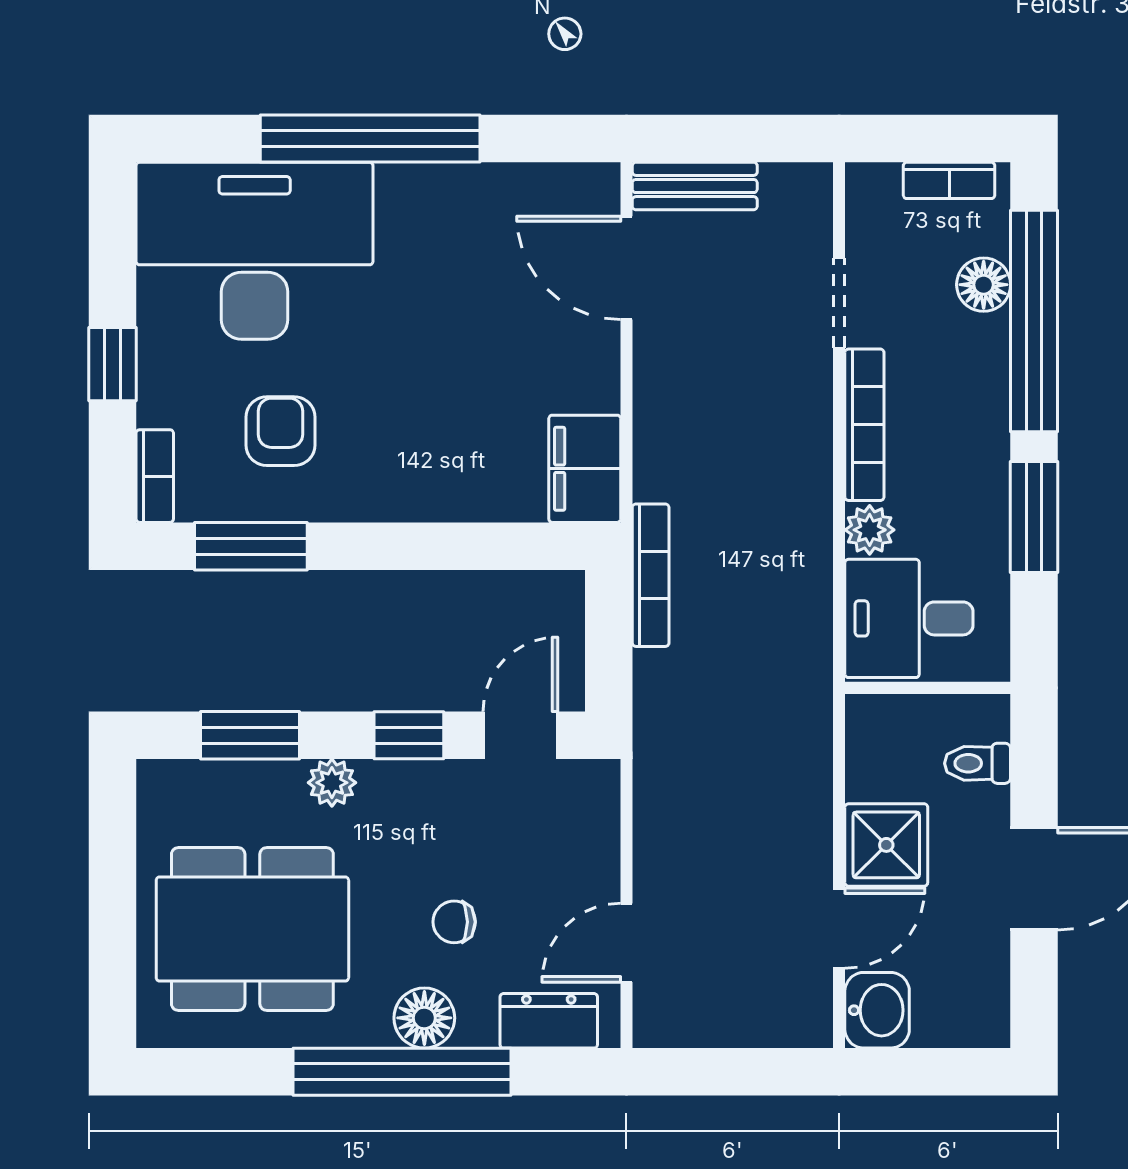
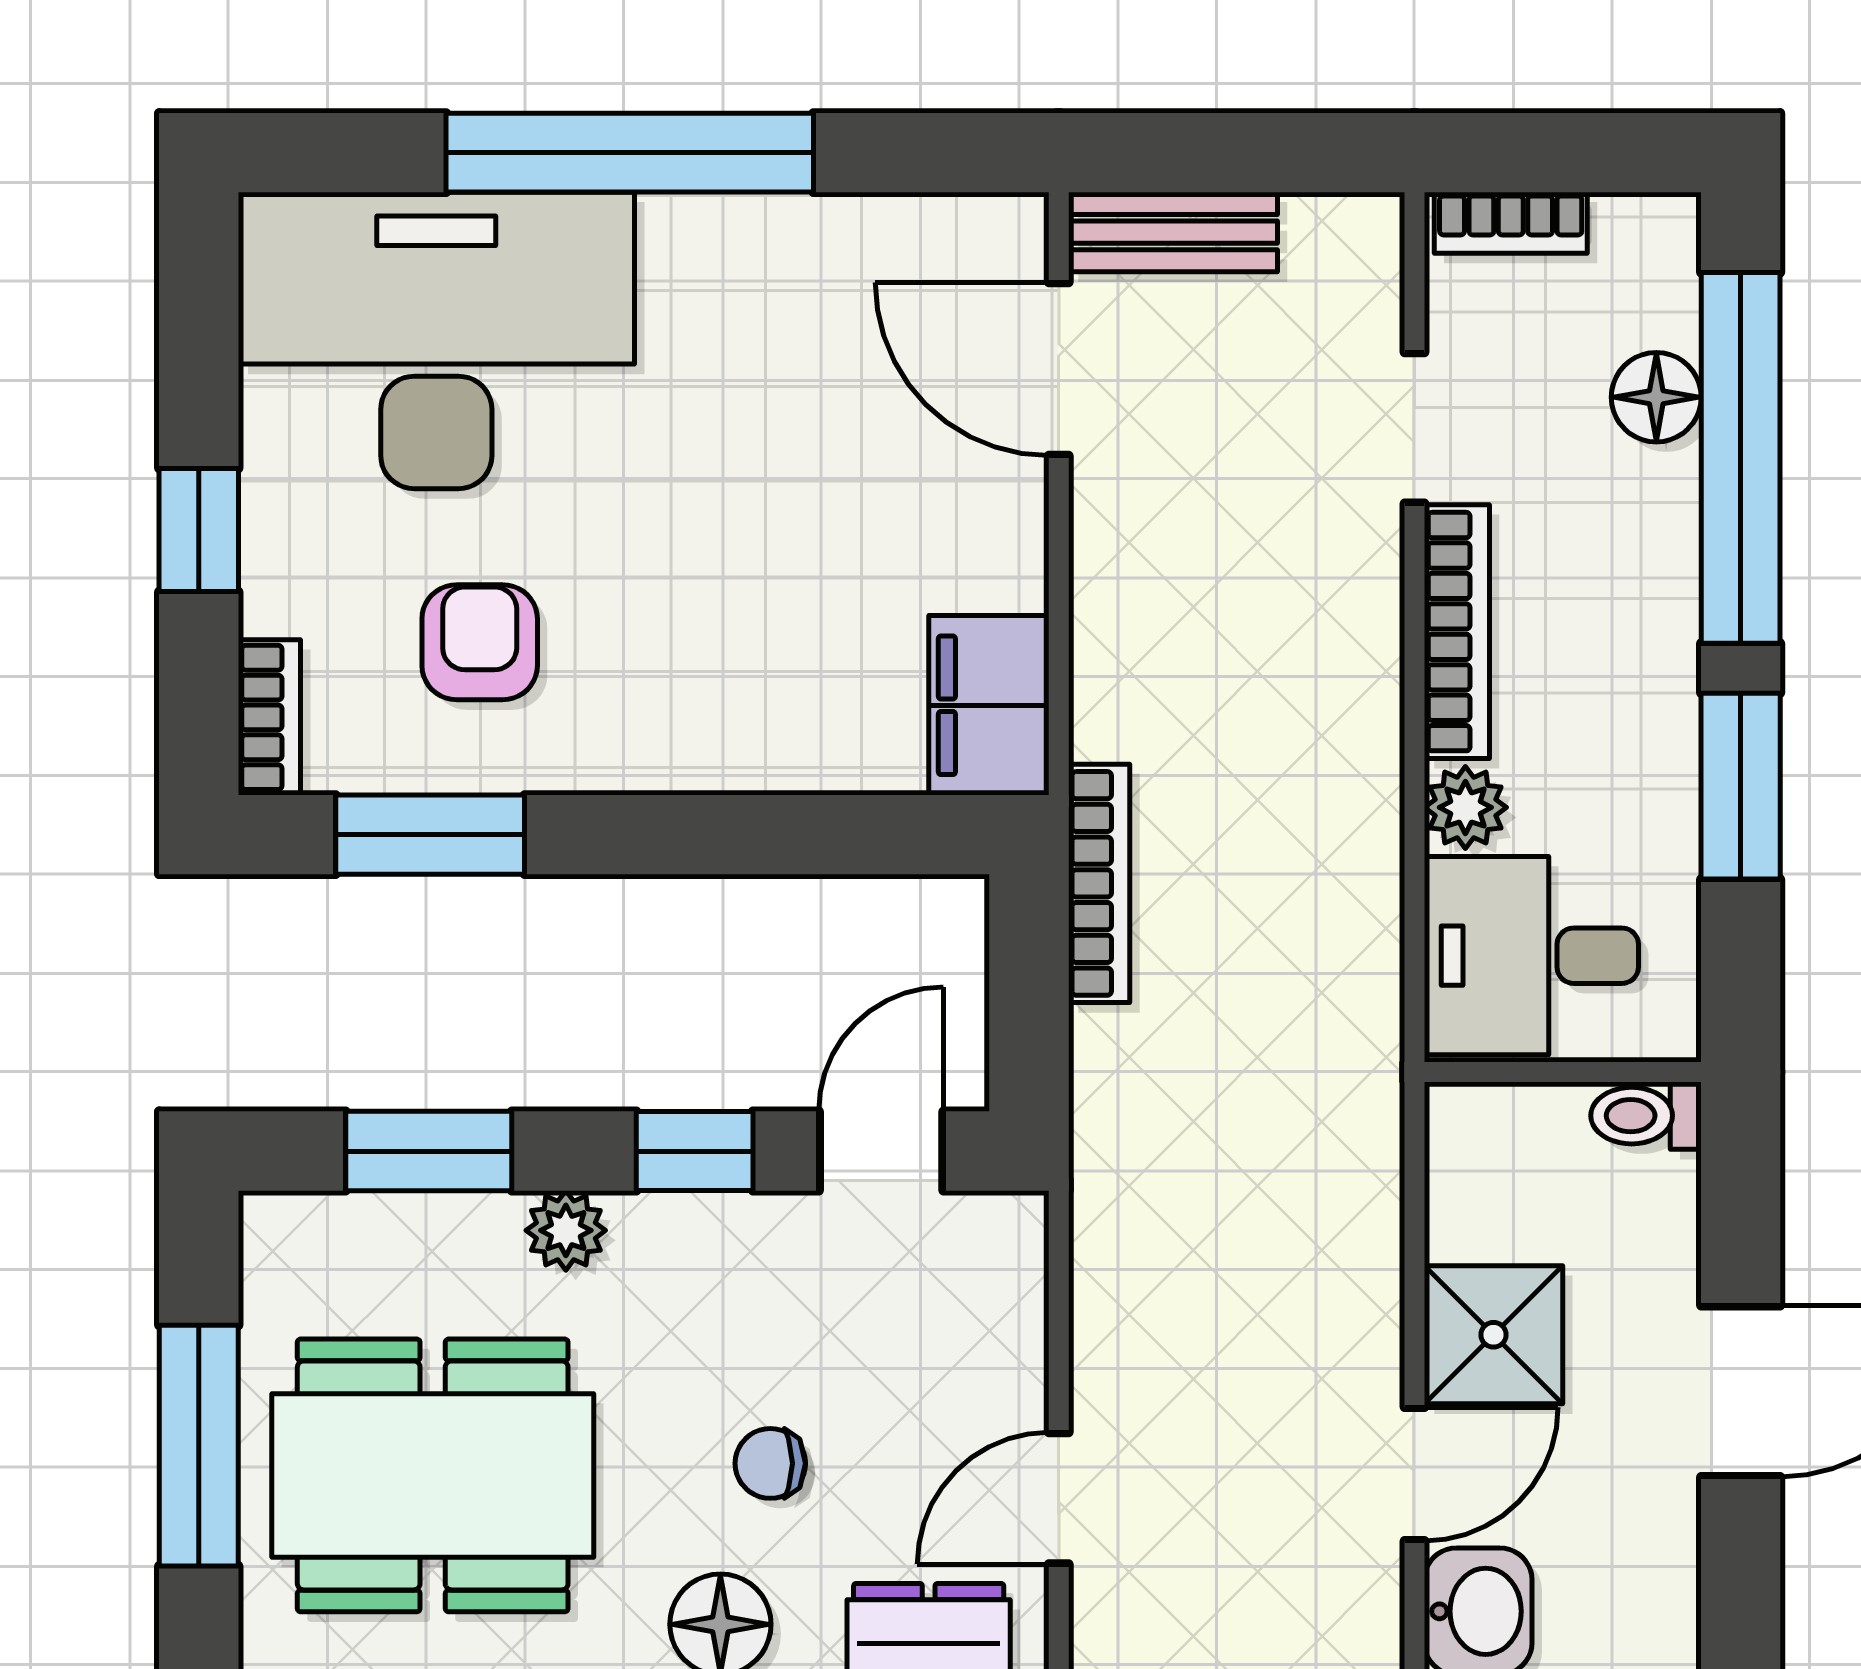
bookcase: (949, 180) -> (1511, 223), moved
toilet: (977, 763) -> (1646, 1116), moved
window: (113, 911) -> (199, 1446), added

